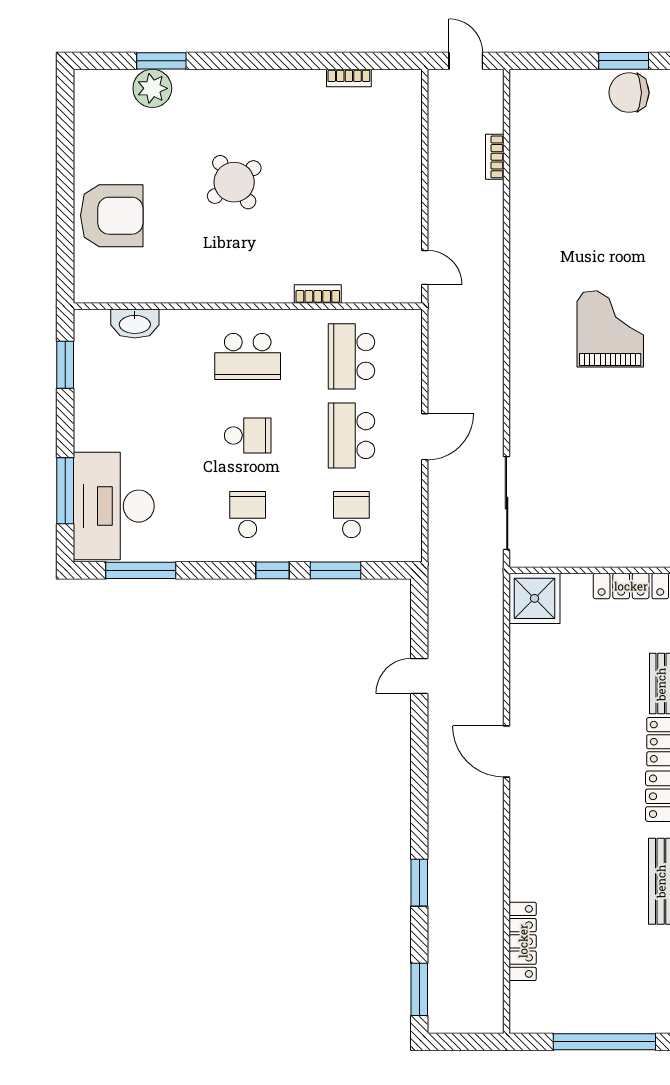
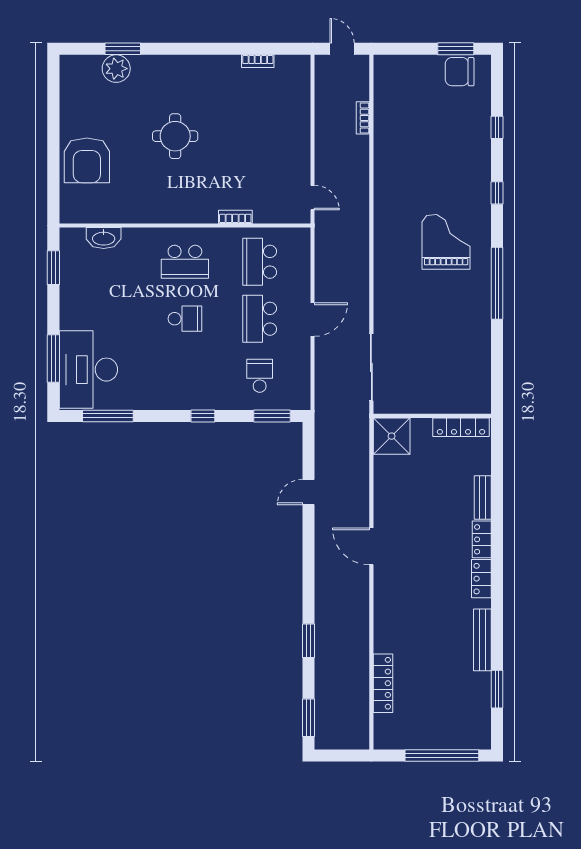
round table: (234, 182) -> (175, 136), turned 36
armchair: (112, 216) -> (87, 160), turned 90
school desk: (248, 515) -> (185, 376), removed
window: (335, 570) -> (272, 416), moved

